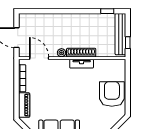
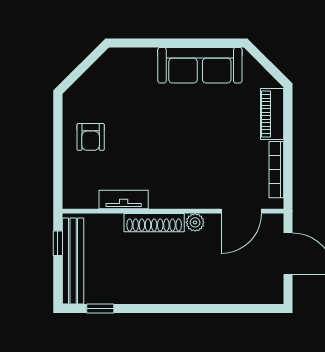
door: (39, 58) -> (241, 211), hinge flipped
tv unit: (82, 64) -> (124, 200), moved
armchair: (112, 94) -> (91, 137), width x0.53, depth x0.53

